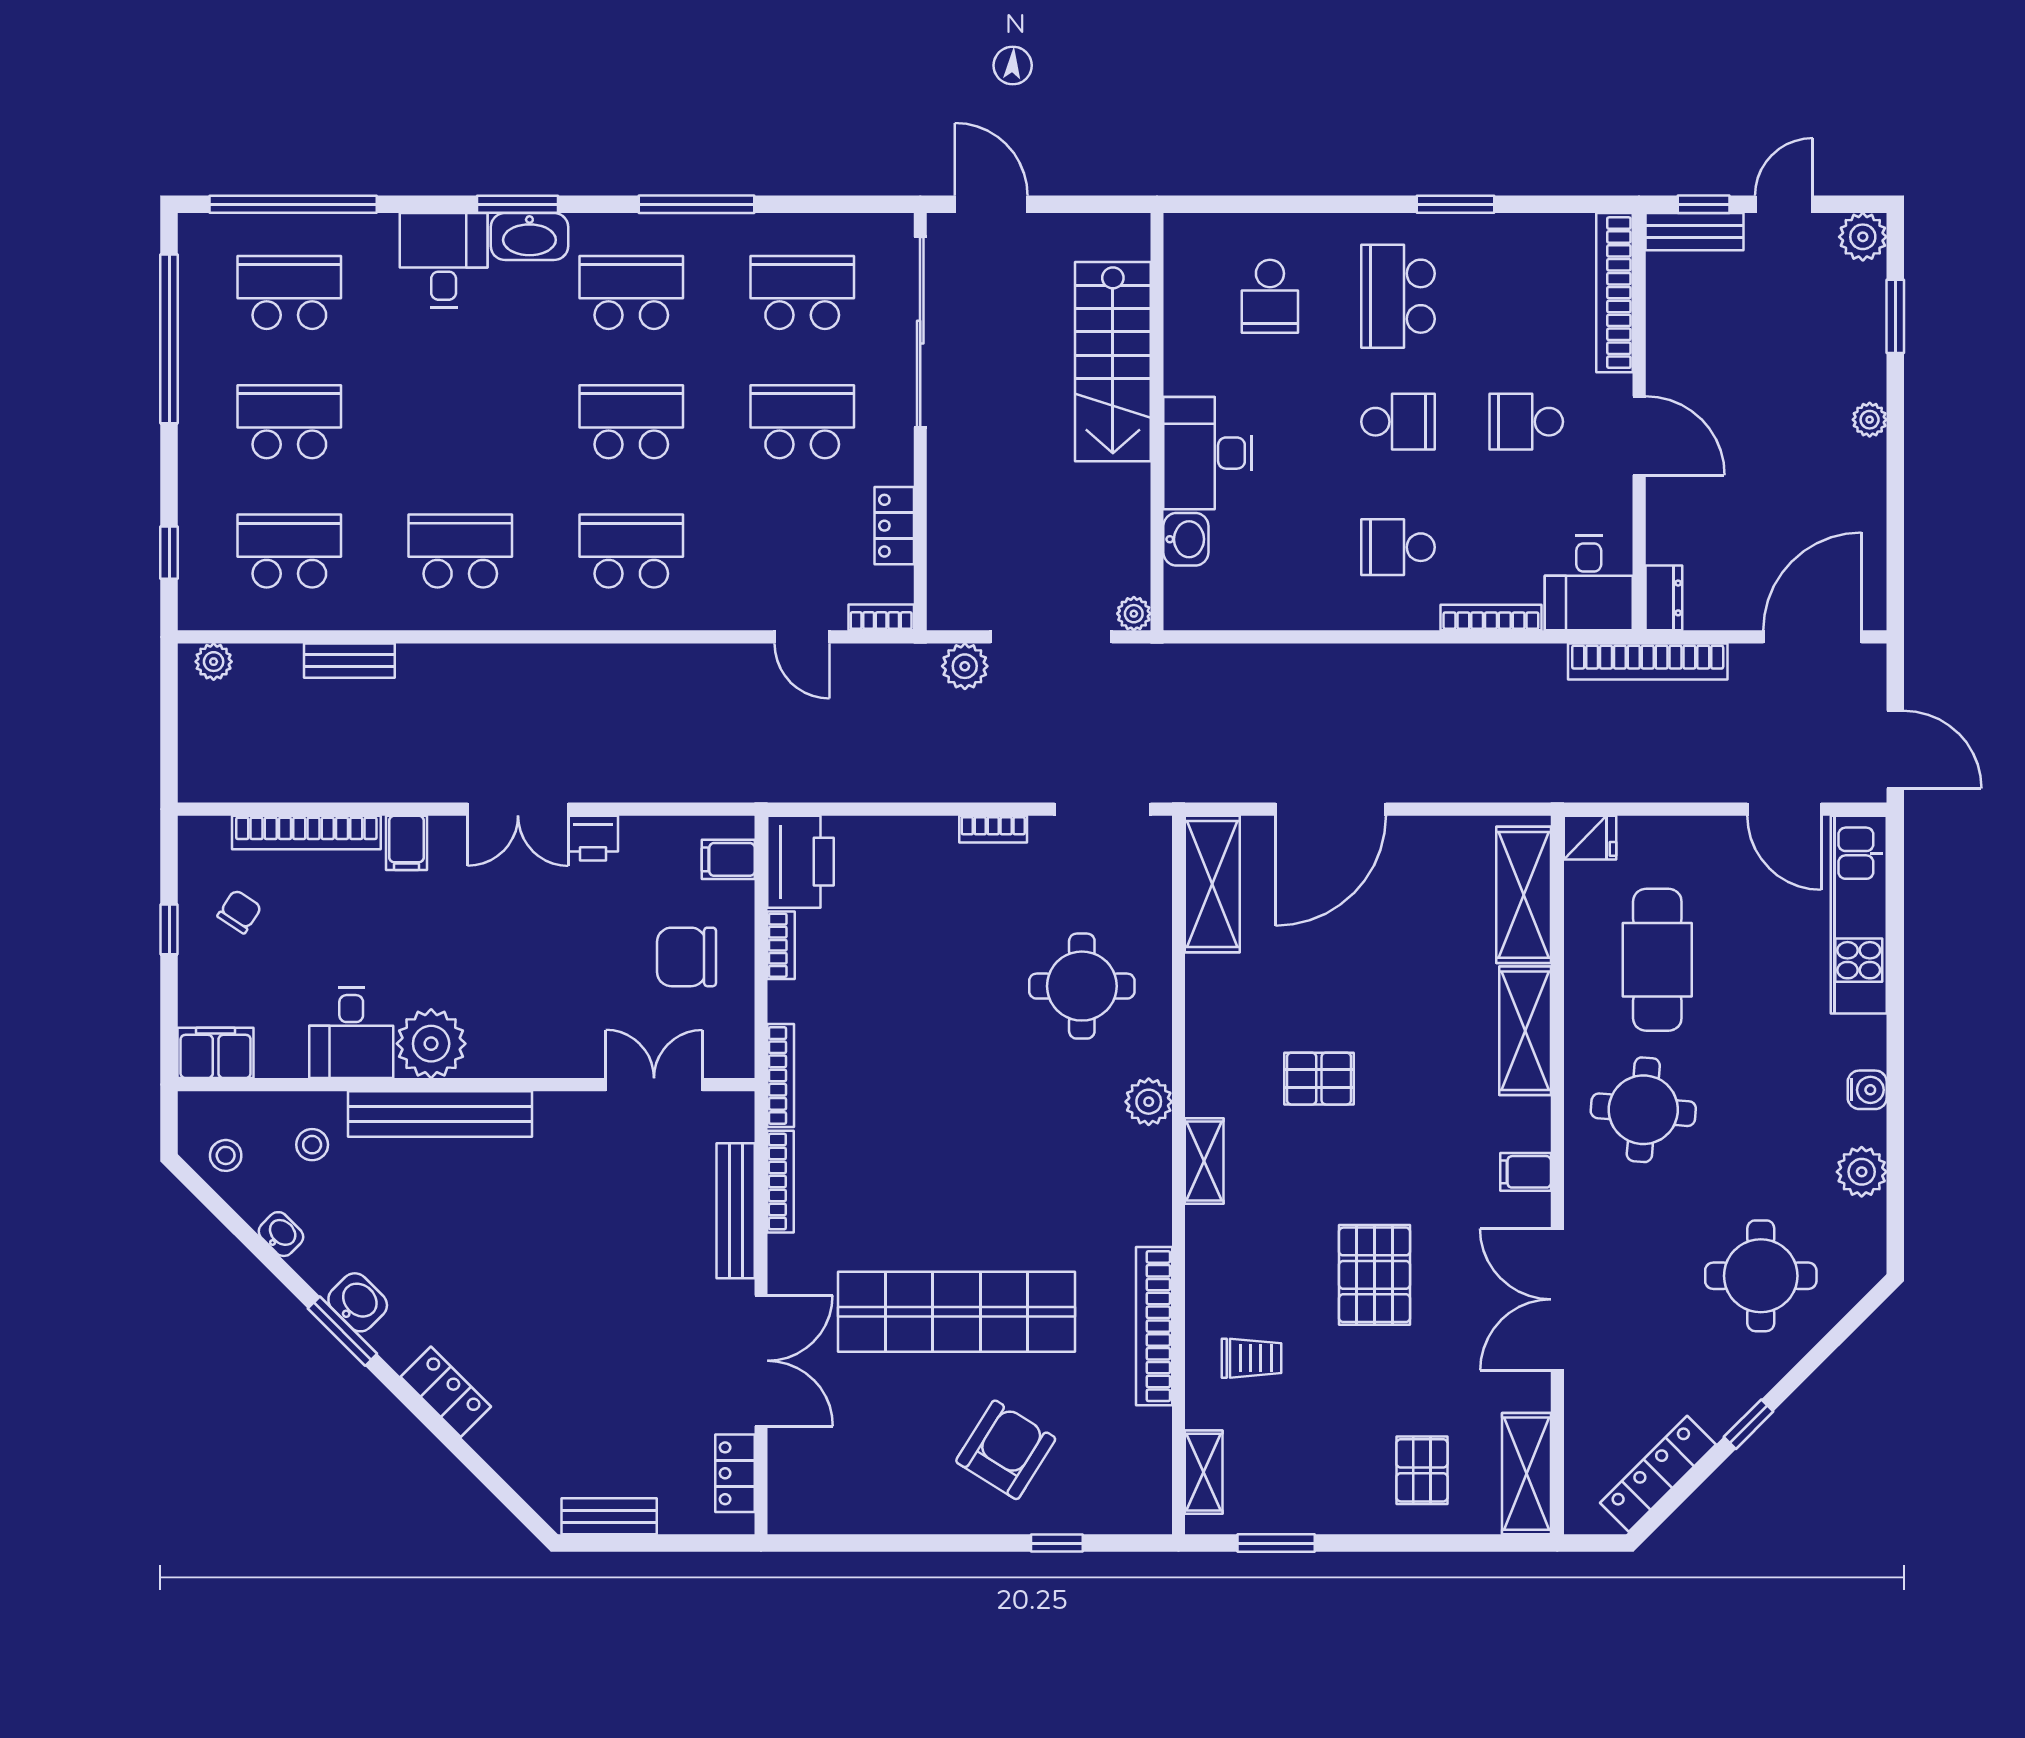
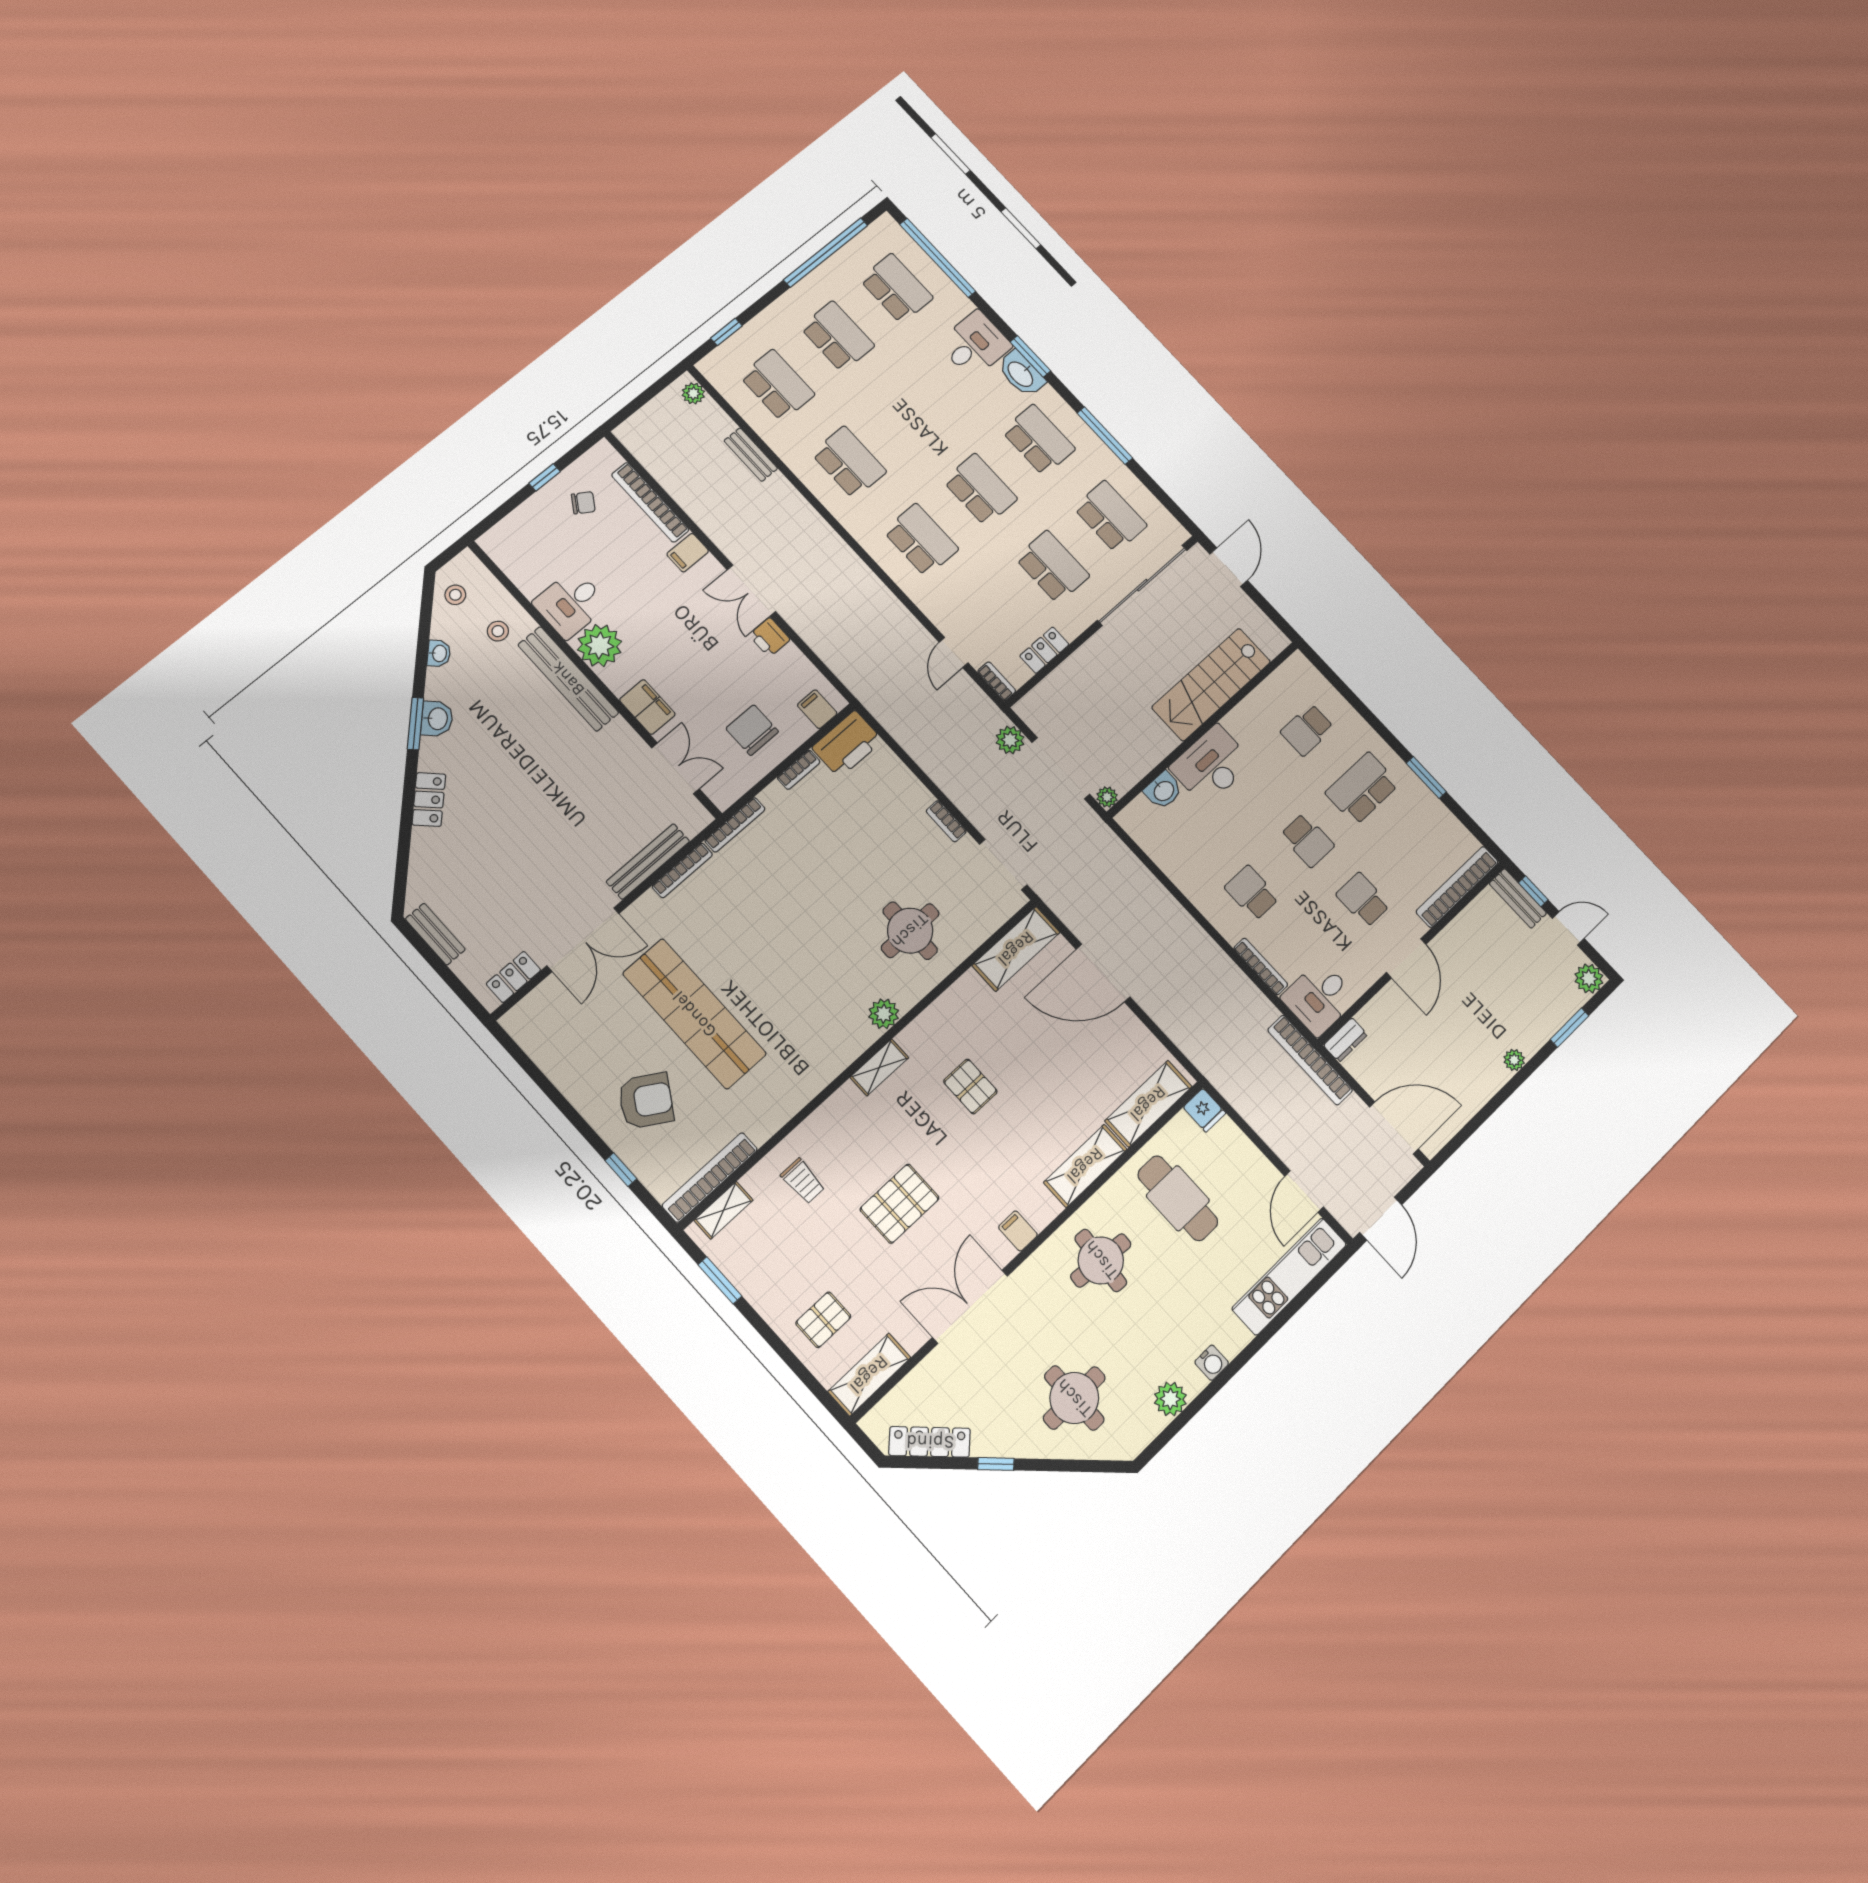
cafe table: (1657, 960) -> (1178, 1198), turned 90
filing cabinet: (216, 1053) -> (647, 707), moved
bookcase: (1154, 1326) -> (710, 1177), moved

